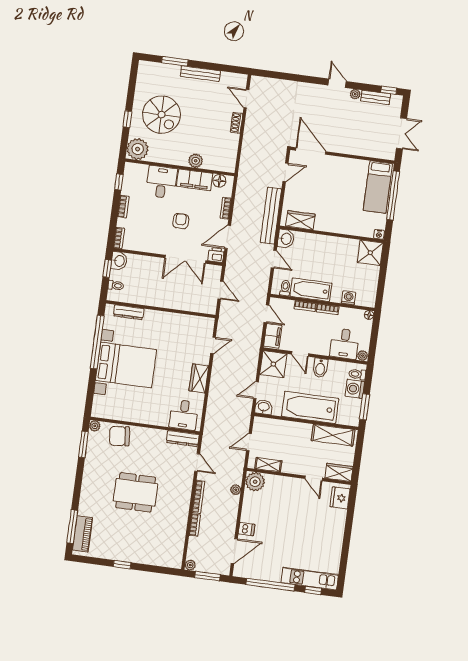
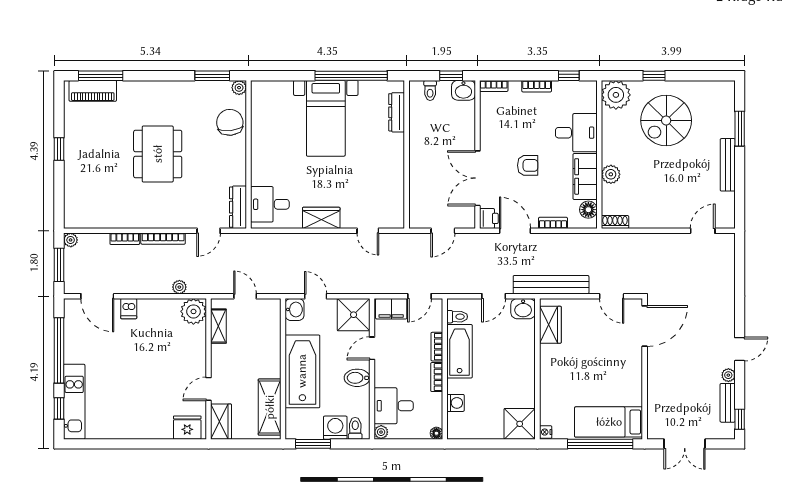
shoe rack: (237, 123) -> (615, 222), moved
bed with nightstands: (126, 365) -> (326, 118), width x0.73

